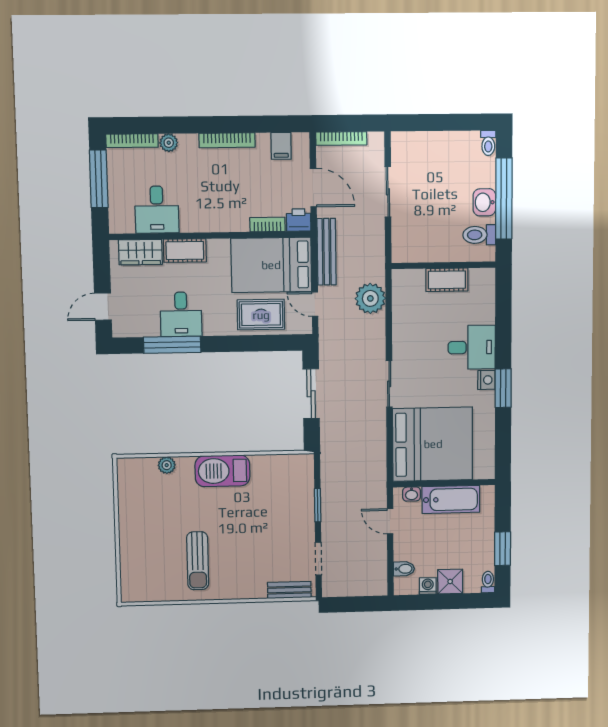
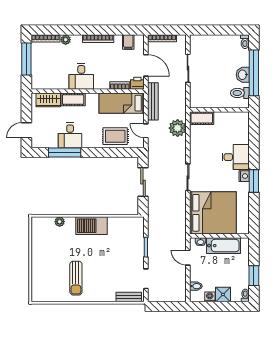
desk: (157, 210) -> (81, 76), moved
bed: (271, 265) -> (122, 103), width x0.67
cot: (447, 280) -> (202, 118), moved

